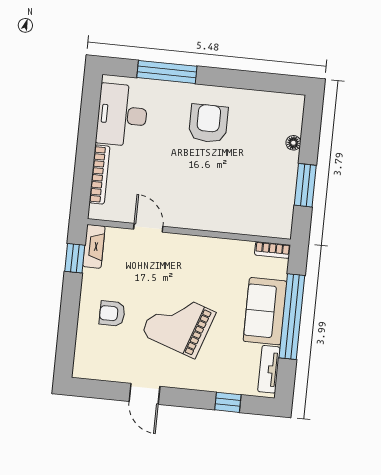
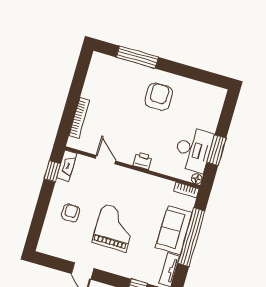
desk: (122, 115) -> (193, 150), moved, turned 180
floor lamp: (293, 143) -> (197, 179), moved
printer: (202, 220) -> (143, 161), added
armchair: (112, 313) -> (71, 213), turned 90
grand piano: (179, 323) -> (114, 228), turned 71

